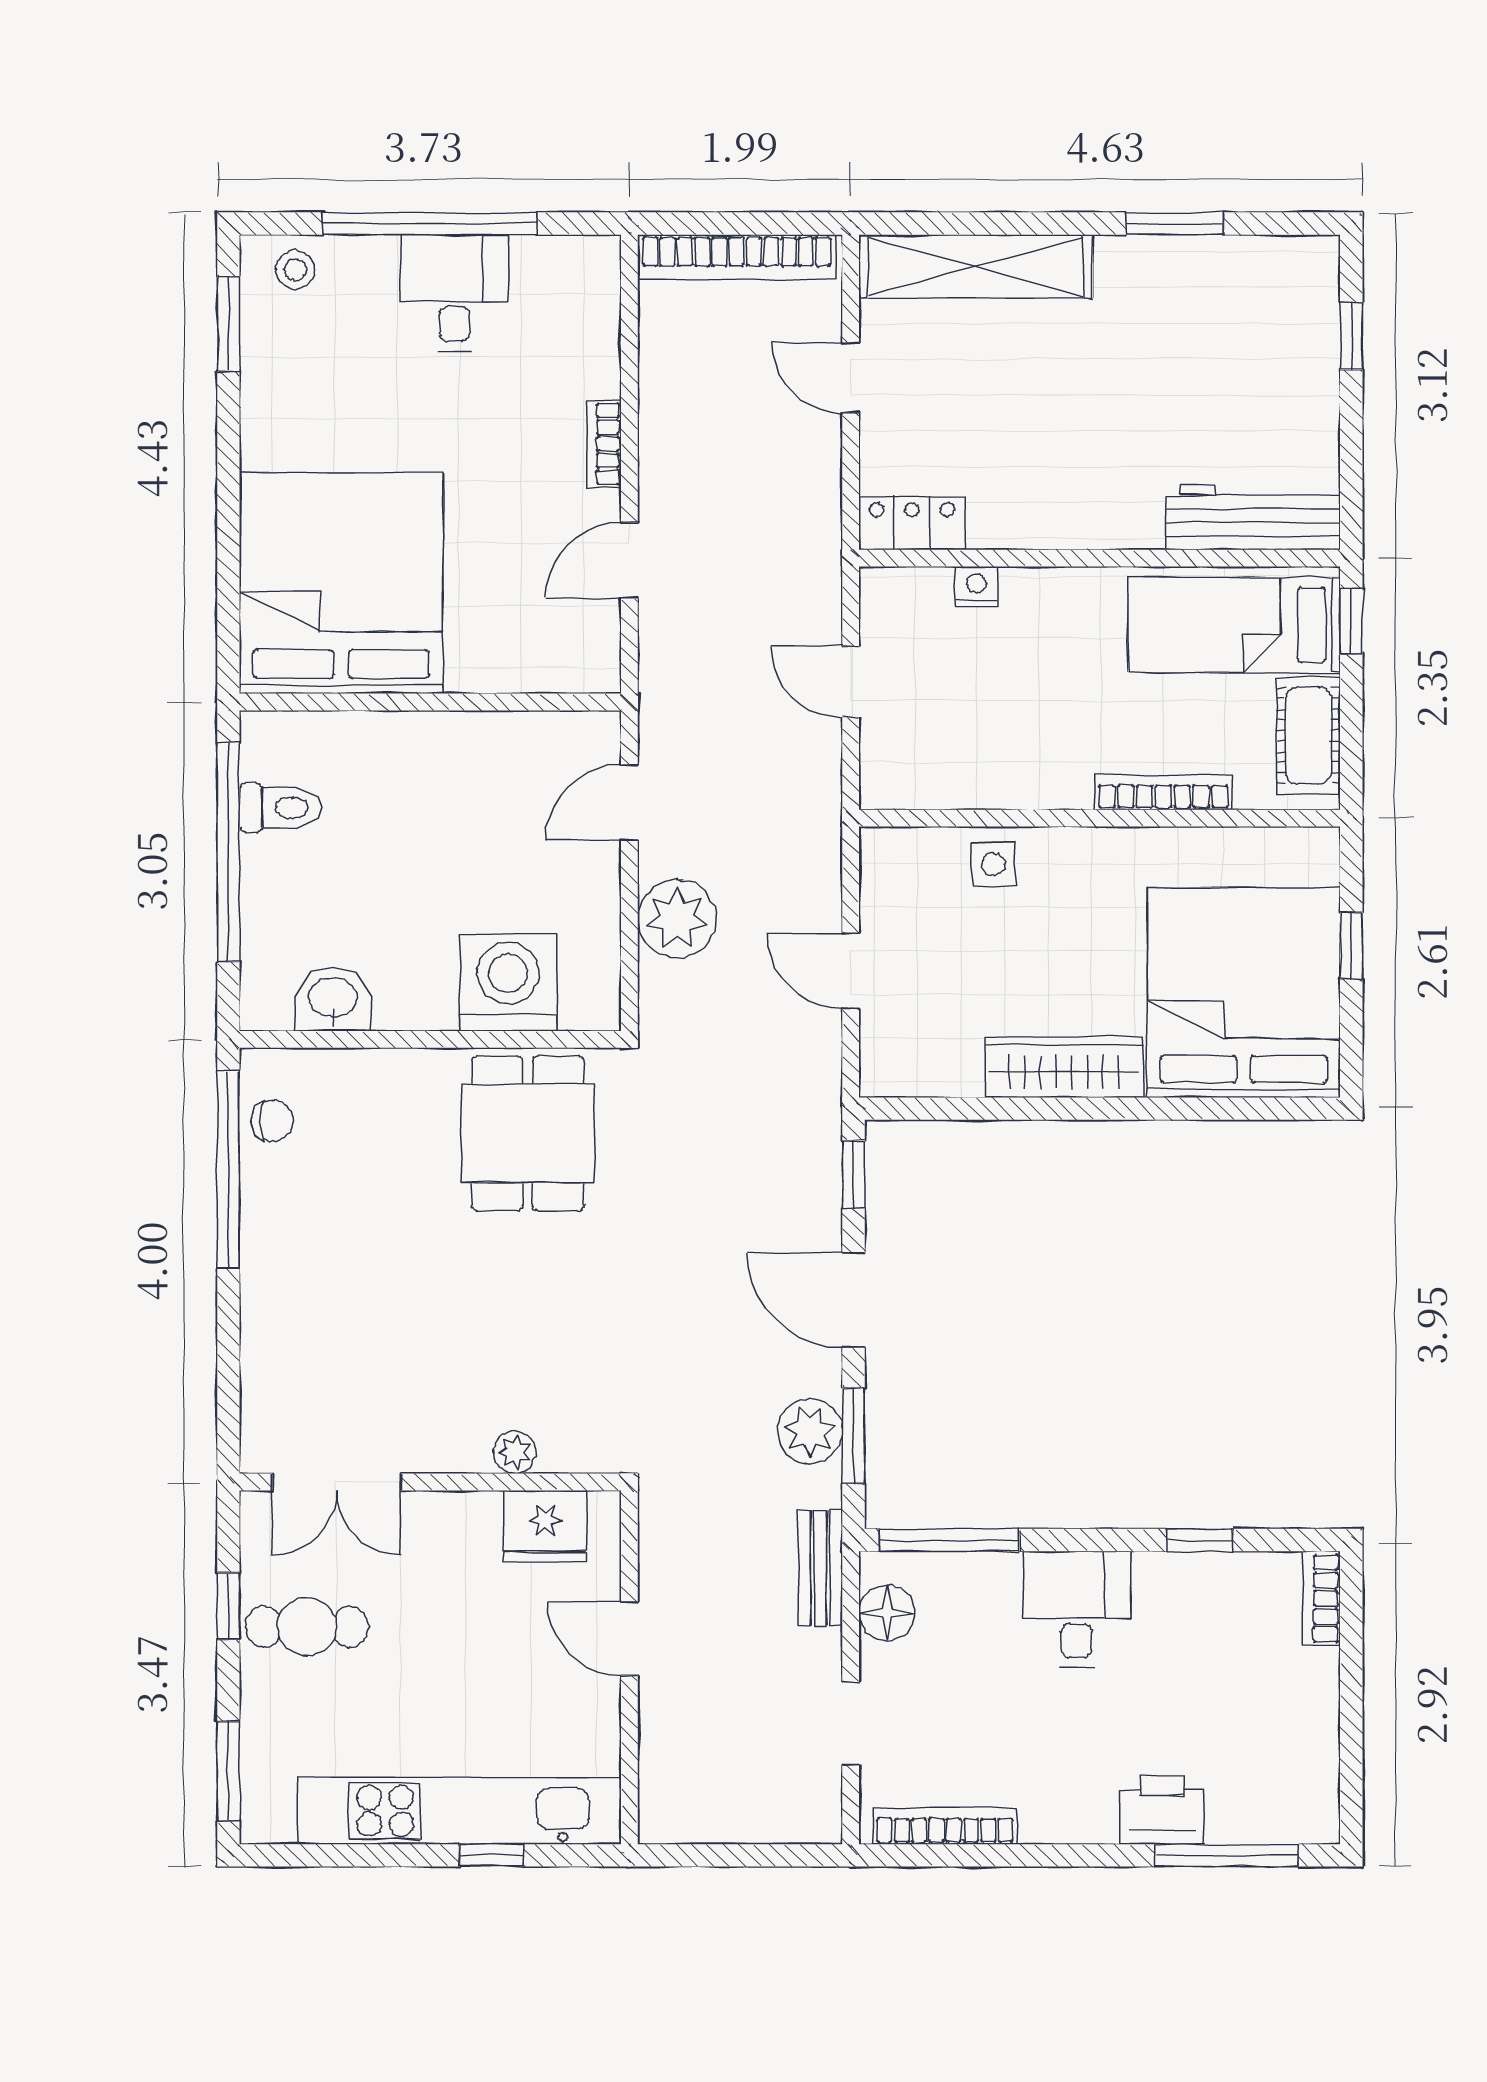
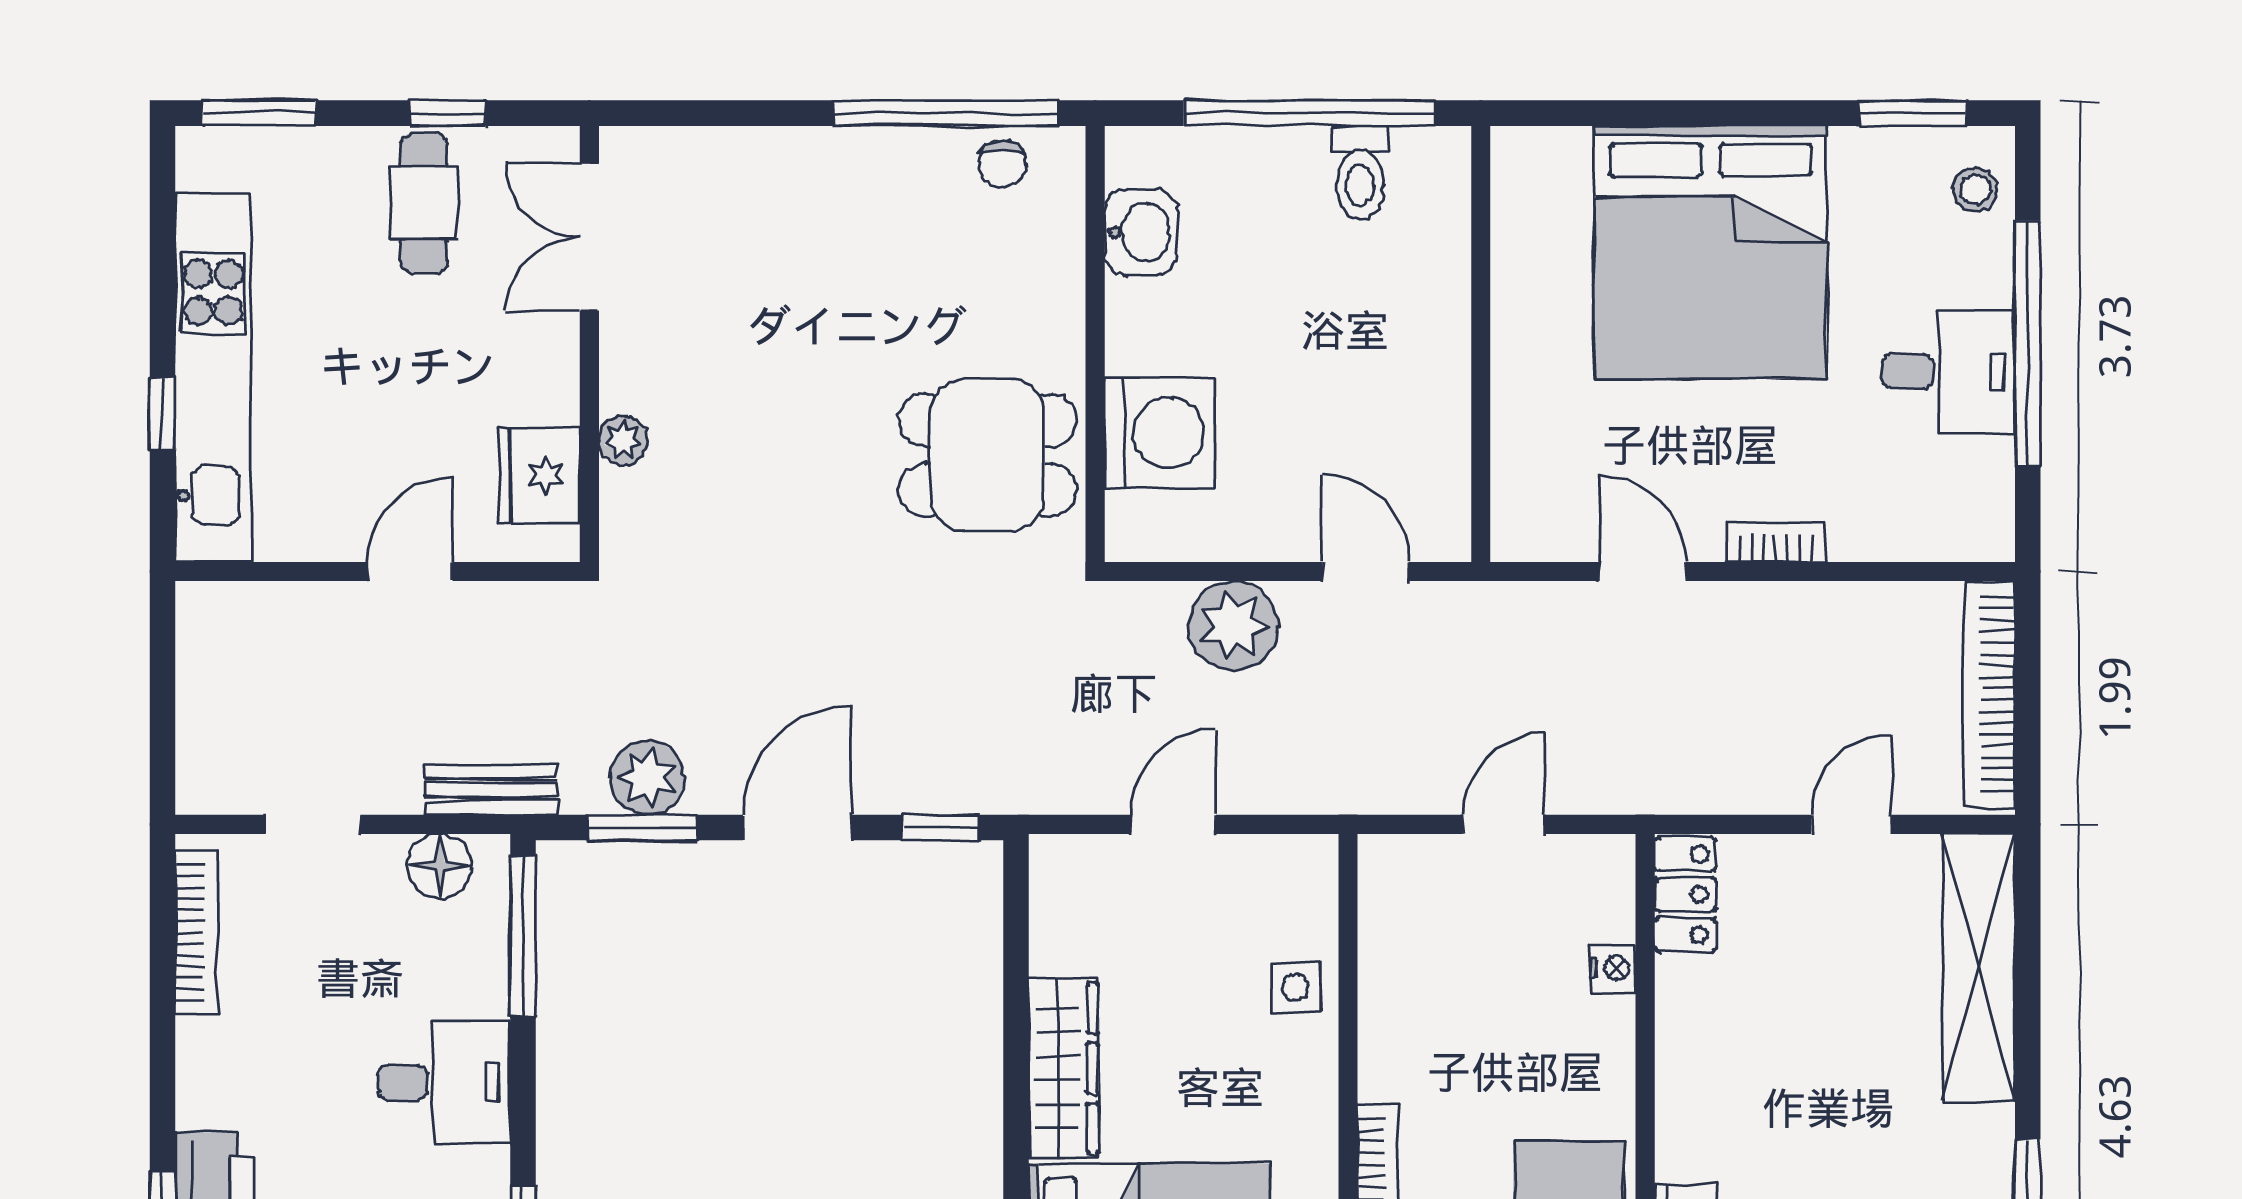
bed: (341, 583) -> (1711, 252), moved, turned 90

